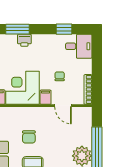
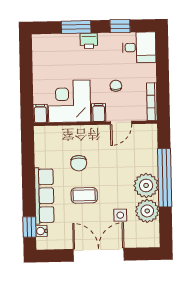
window: (17, 29) -> (76, 27), moved
printer: (24, 40) -> (89, 41), moved
door: (63, 106) -> (121, 123), hinge flipped

